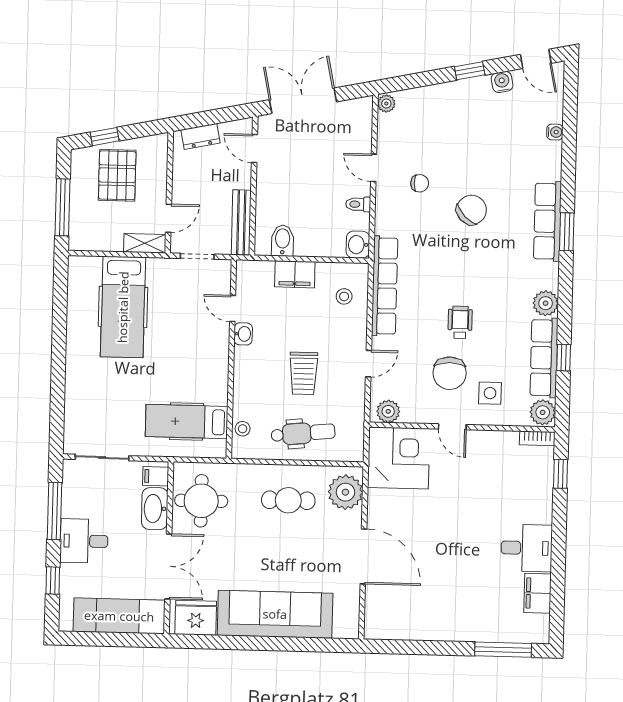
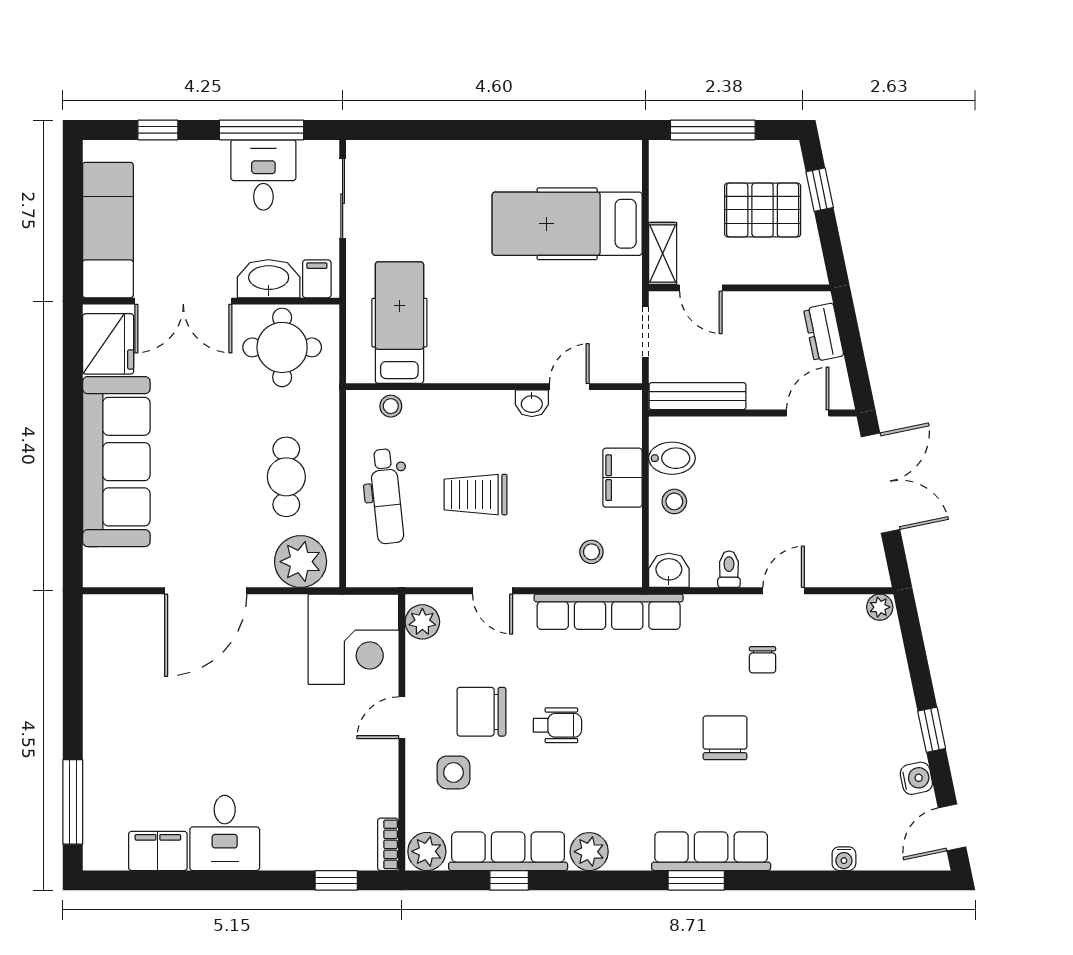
chair: (472, 210) -> (725, 738), turned -136
stool: (312, 240) -> (674, 501), added
desk: (84, 541) -> (263, 175), moved

